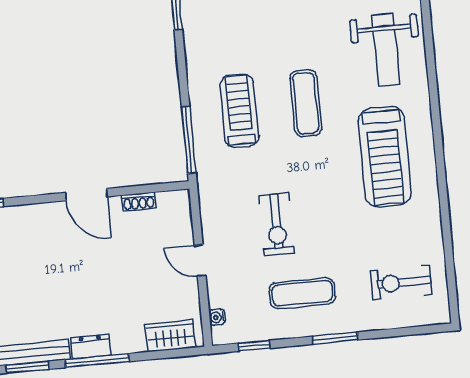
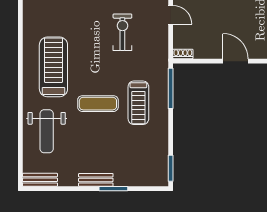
weight bench: (386, 50) -> (47, 131), turned 180
exercise mat: (306, 103) -> (98, 104), turned 90
shoe rack: (139, 201) -> (183, 54), moved

